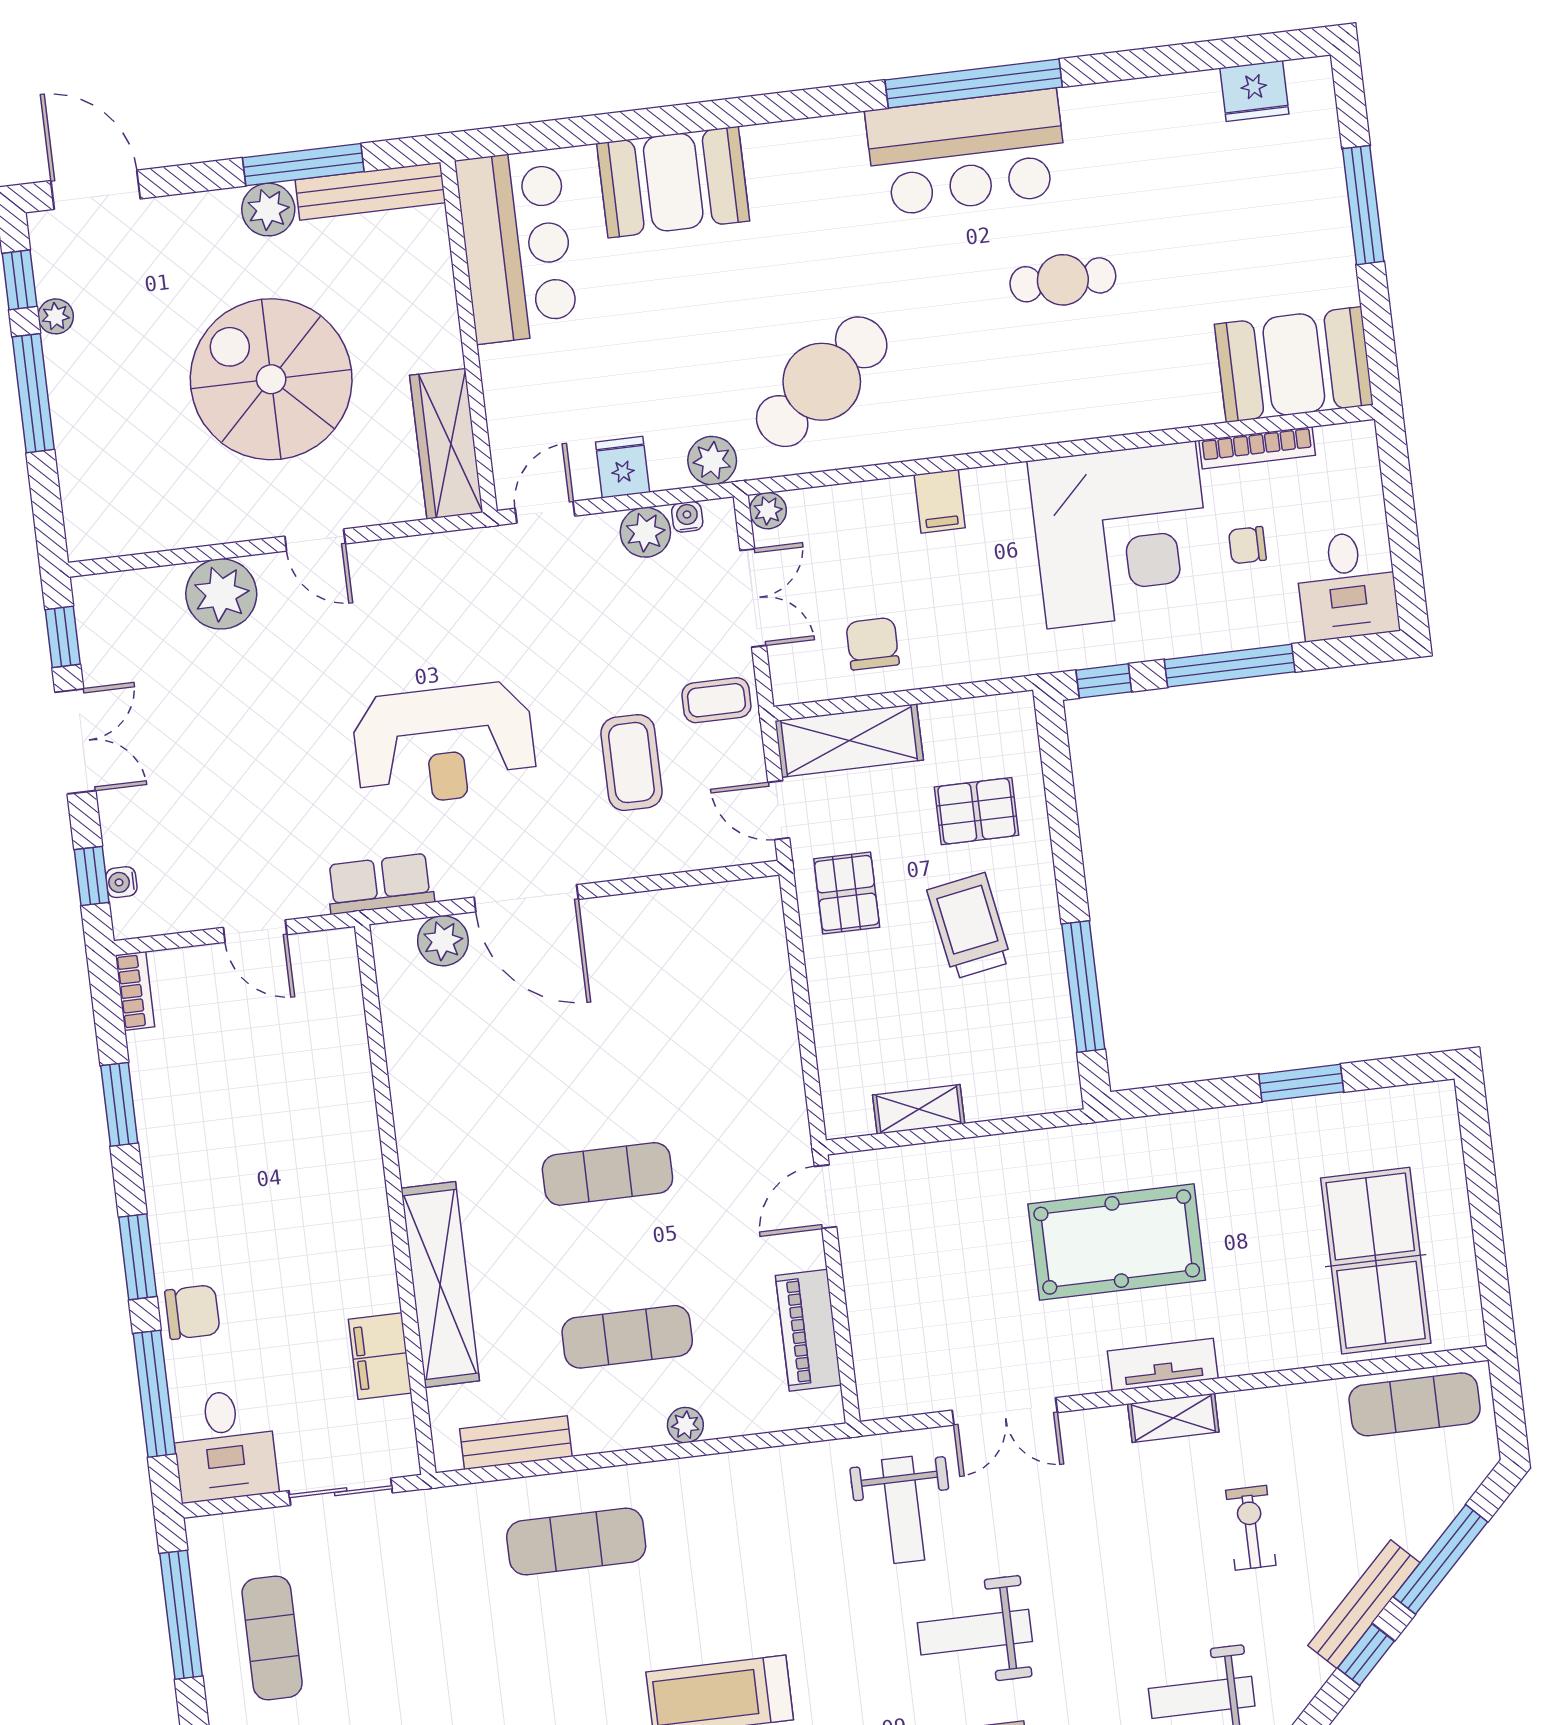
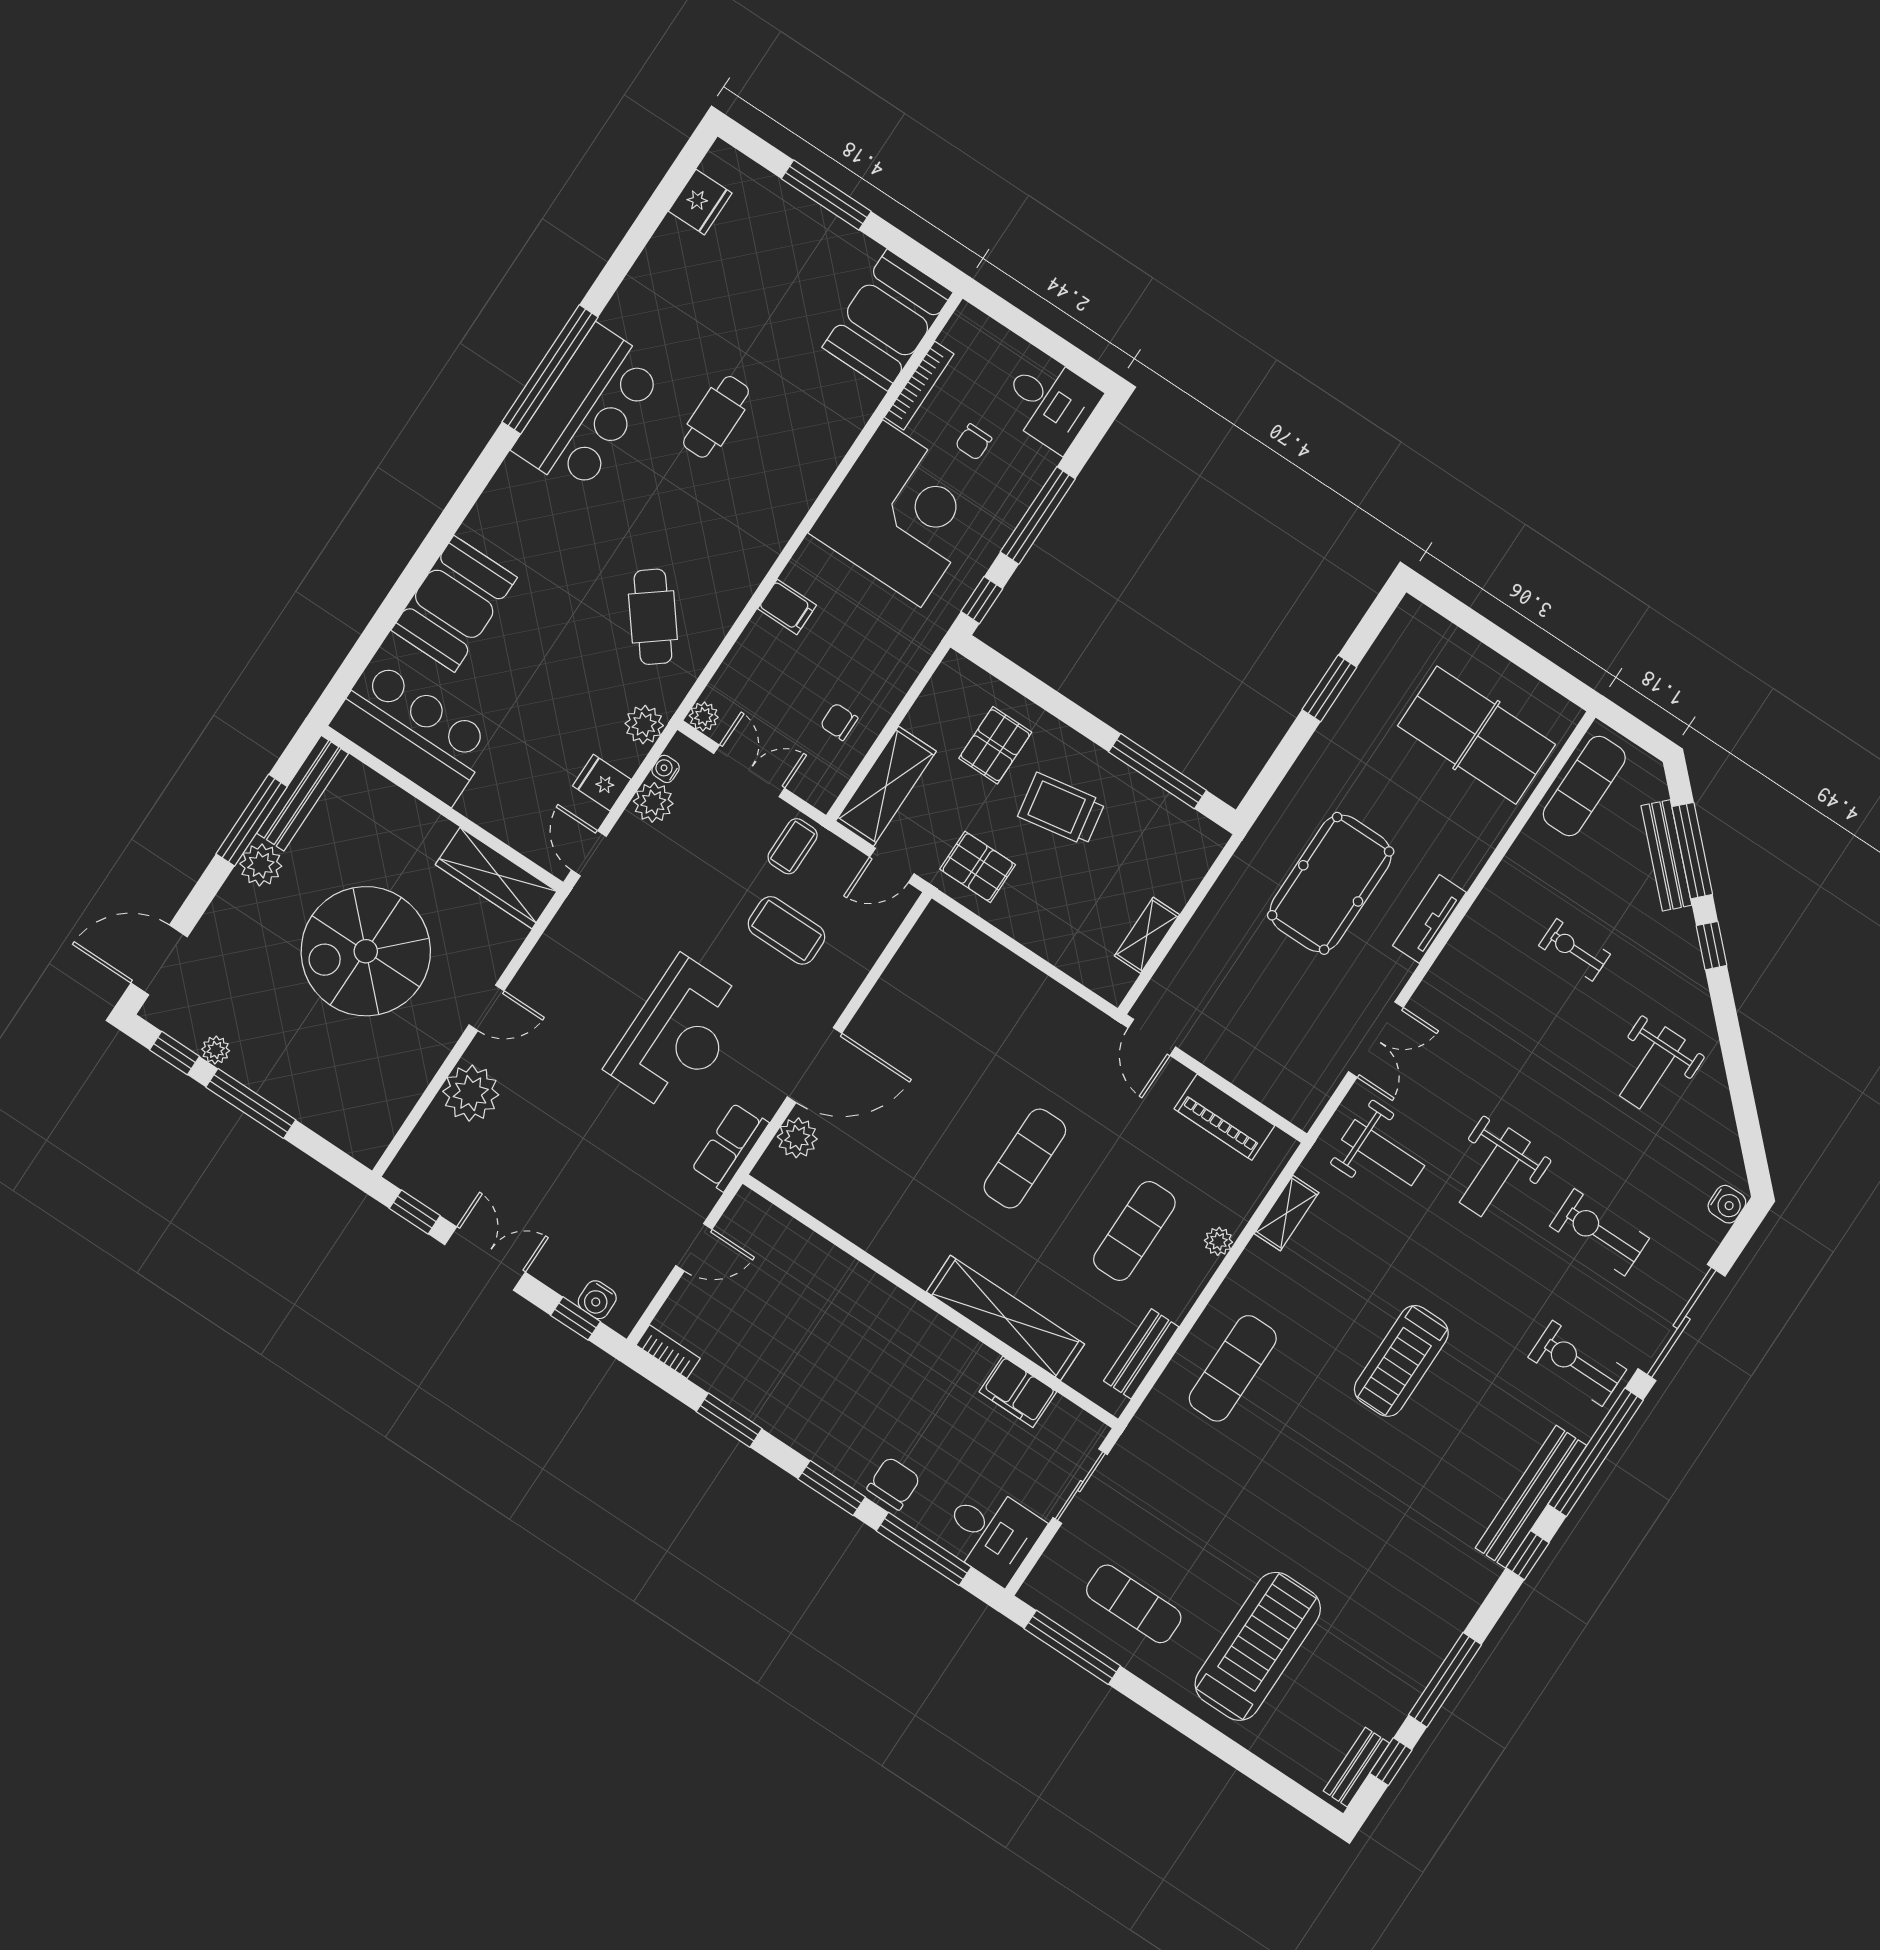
cafe table: (822, 382) -> (653, 617), width x0.73, depth x0.74
chair: (872, 644) -> (839, 722), width x0.73, depth x0.73
water cooler: (121, 882) -> (597, 1300), width x1.38, depth x1.38
shelving: (1173, 1418) -> (1286, 1213), moved
bench: (1364, 1604) -> (1666, 855), moved

